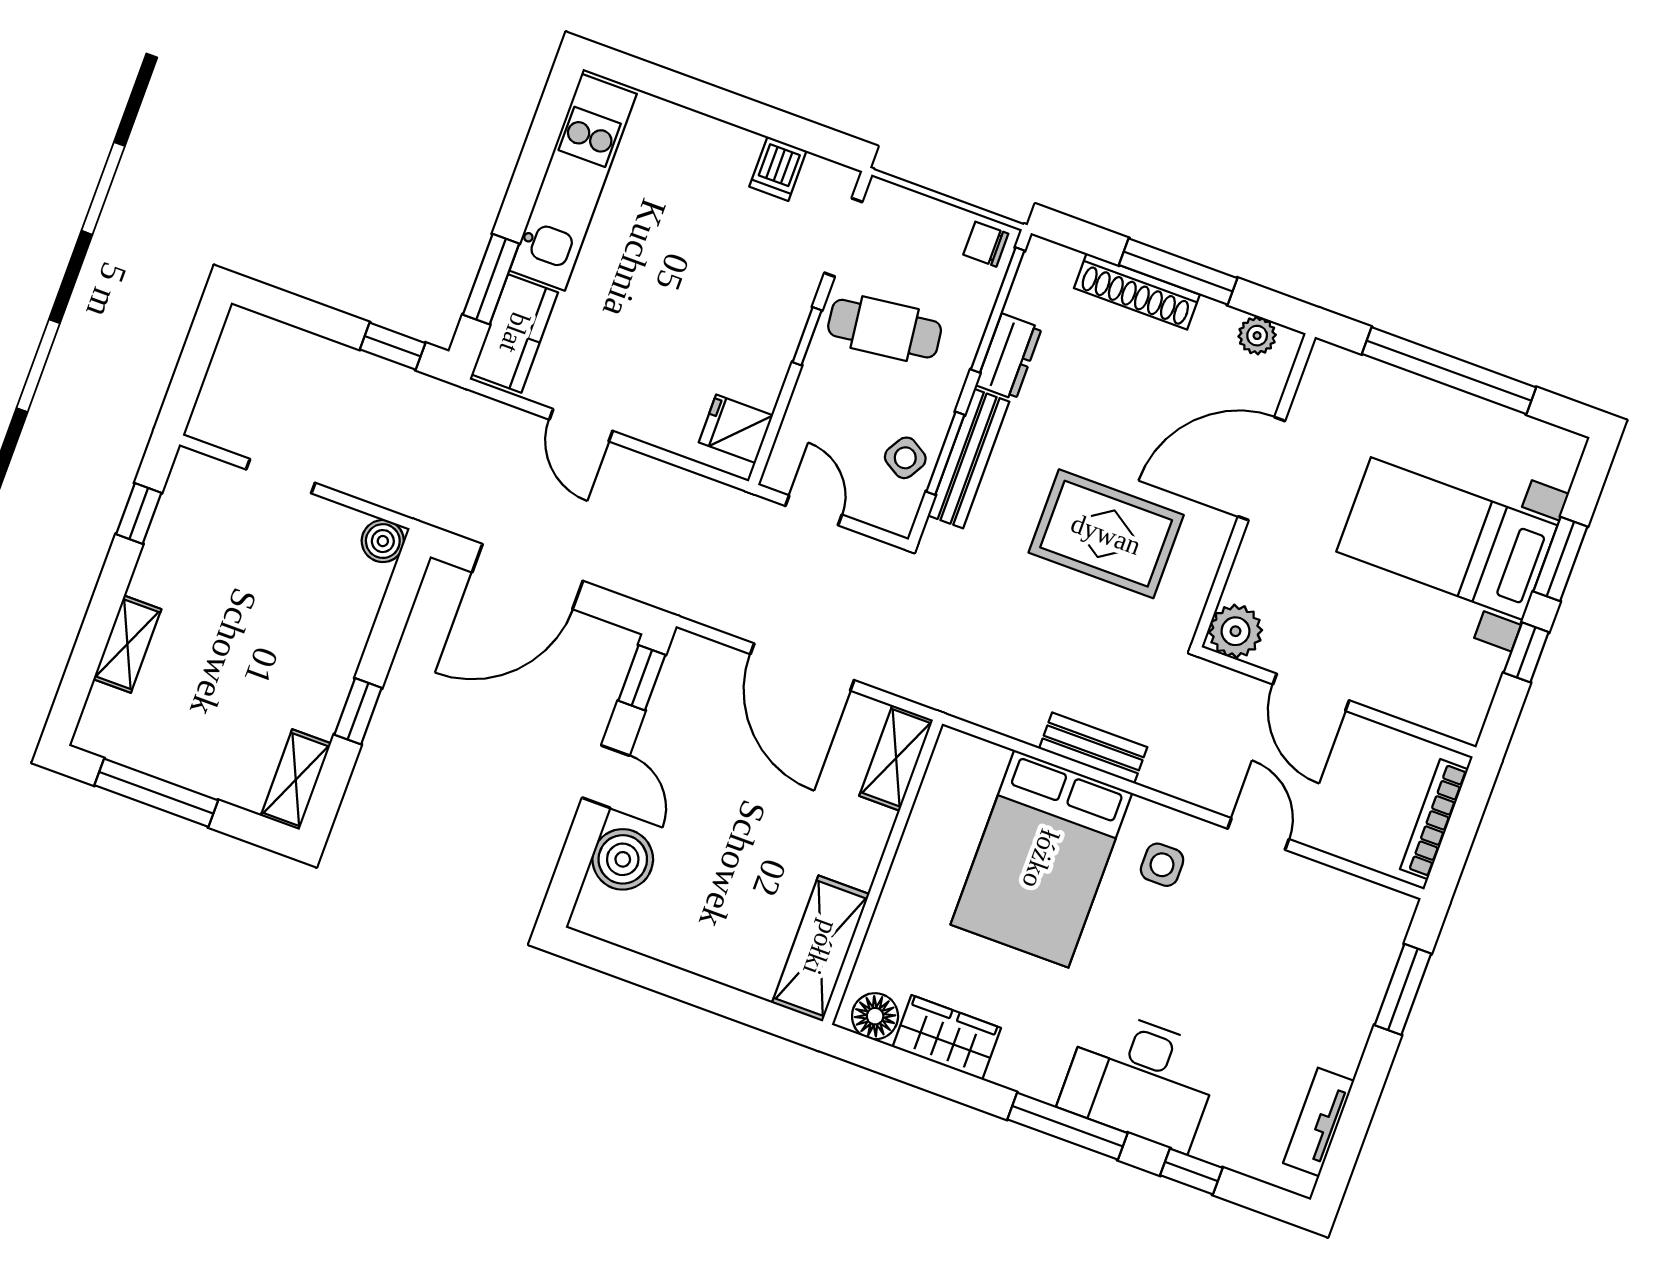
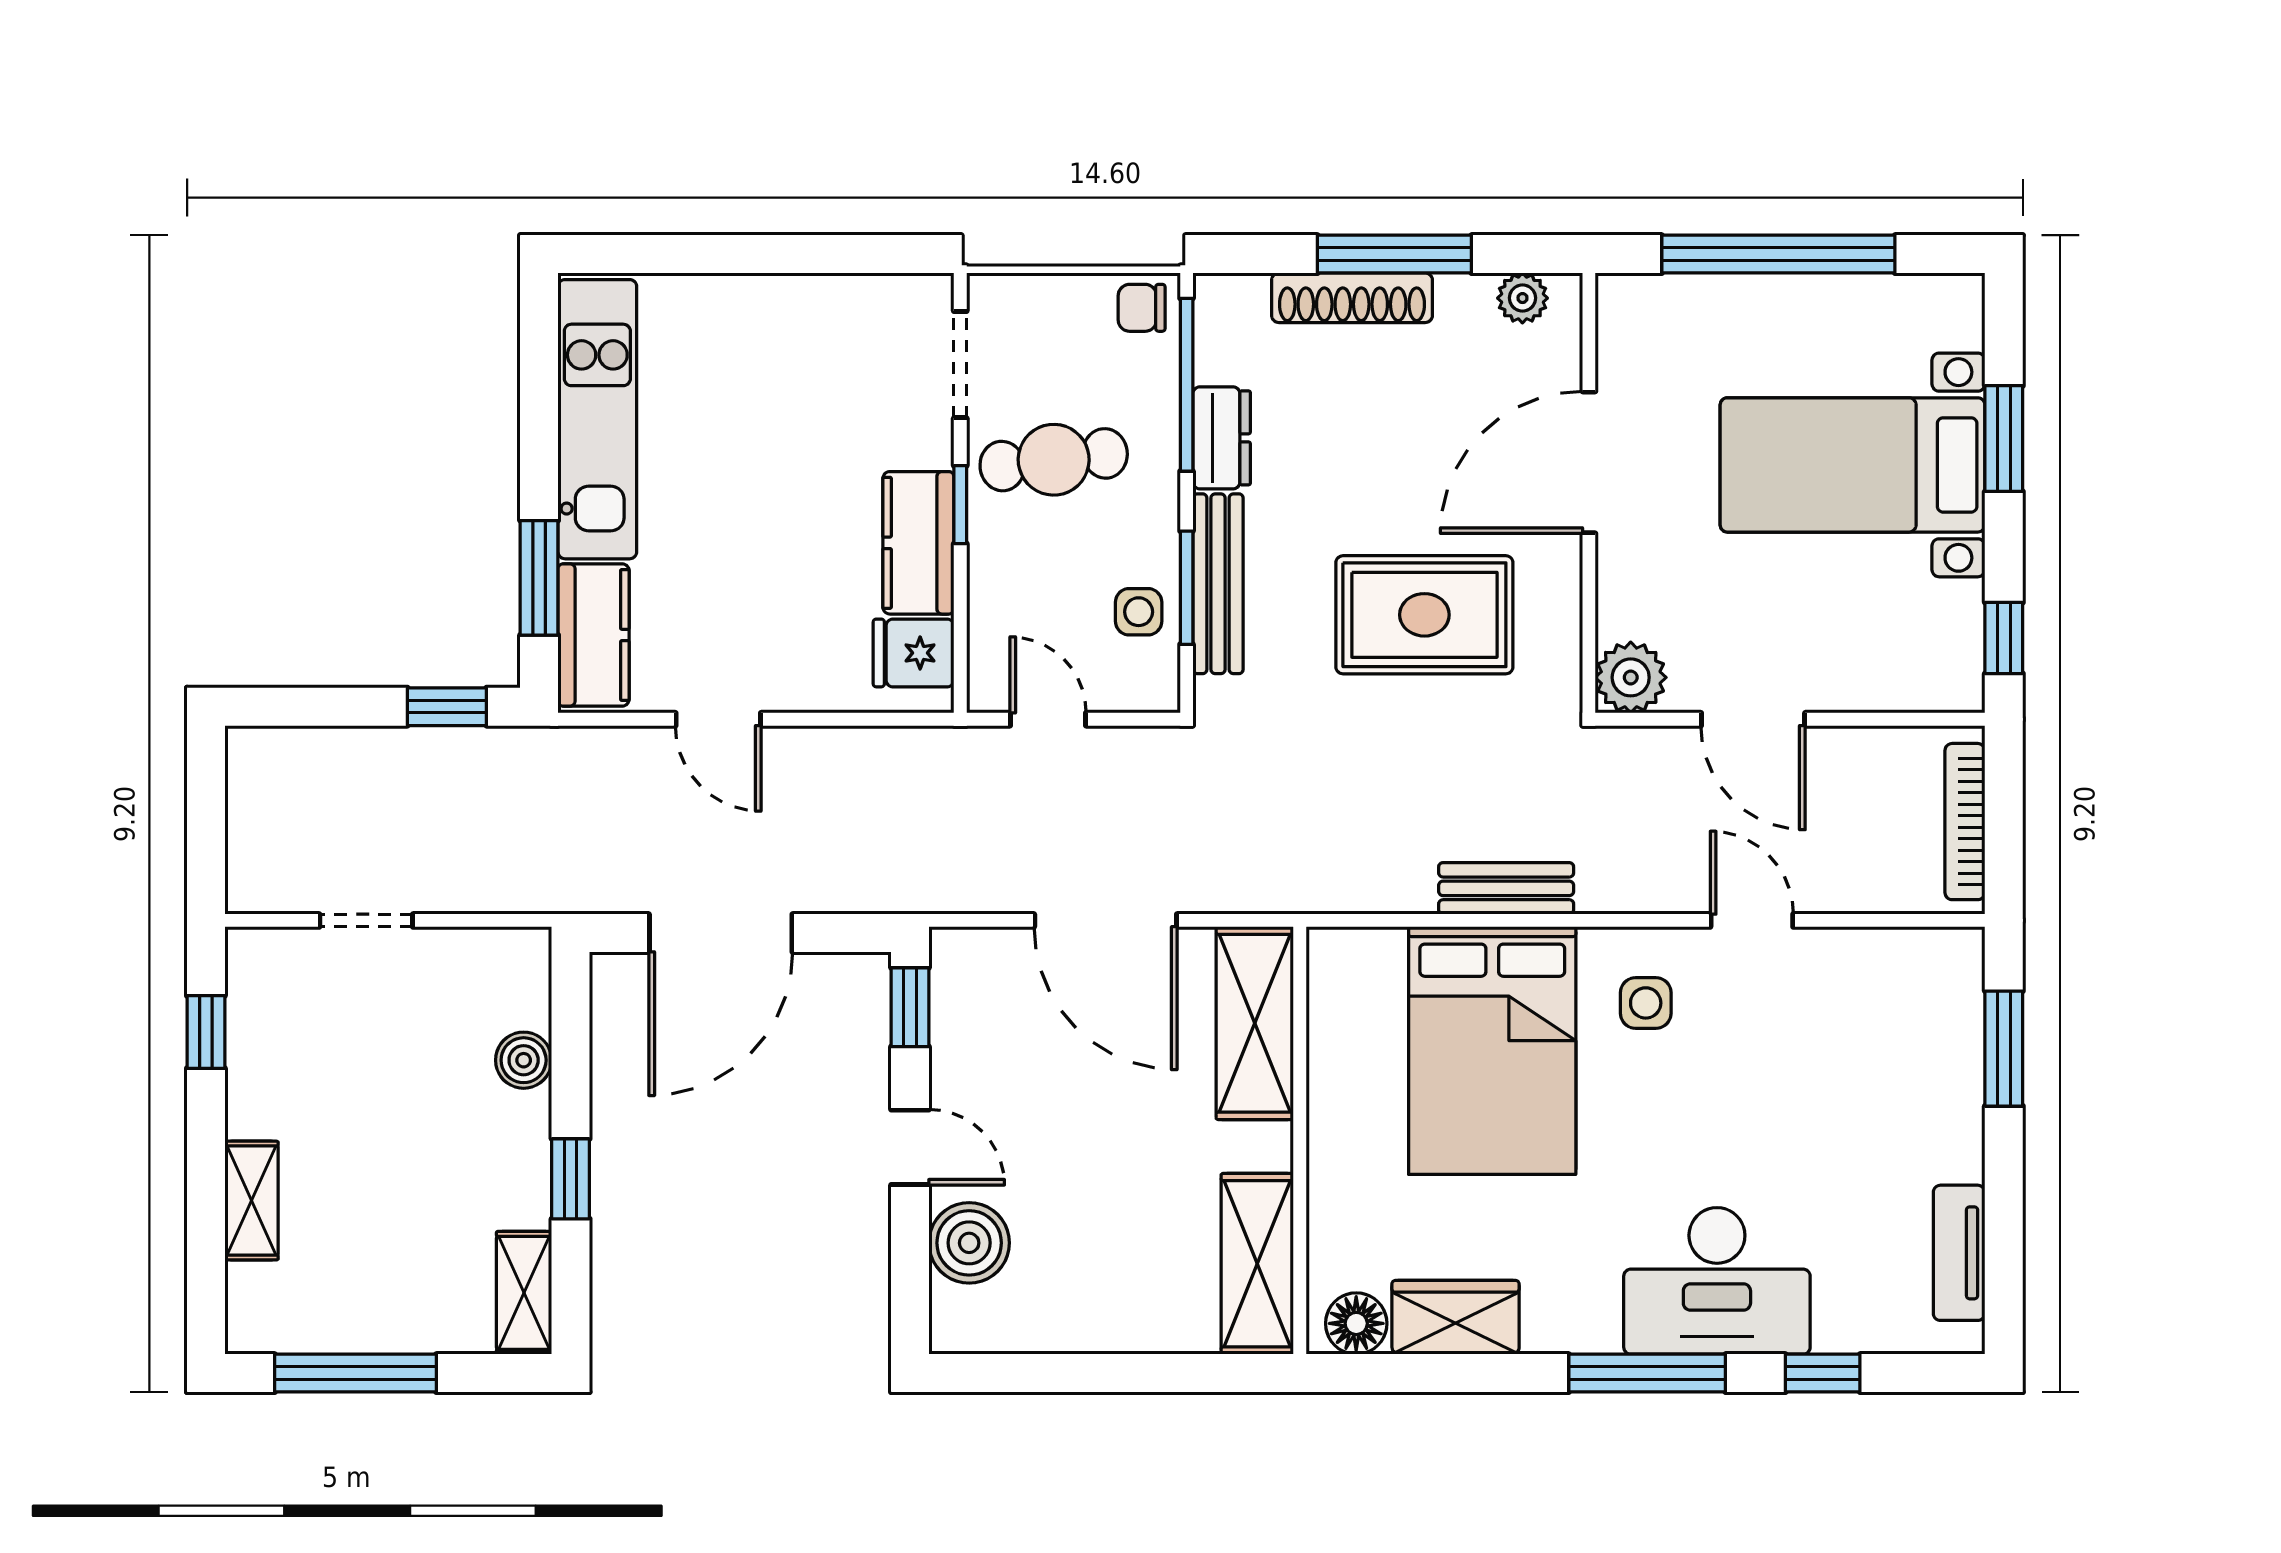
dishwasher: (778, 169) -> (847, 309), removed
kitchen counter: (768, 352) -> (918, 543), added
side table: (905, 458) -> (1139, 612), turned -31
boiler: (383, 541) -> (524, 1060), moved
window: (1526, 652) -> (2004, 638), moved
shelving: (896, 758) -> (1255, 1023), width x1.50, depth x1.33

